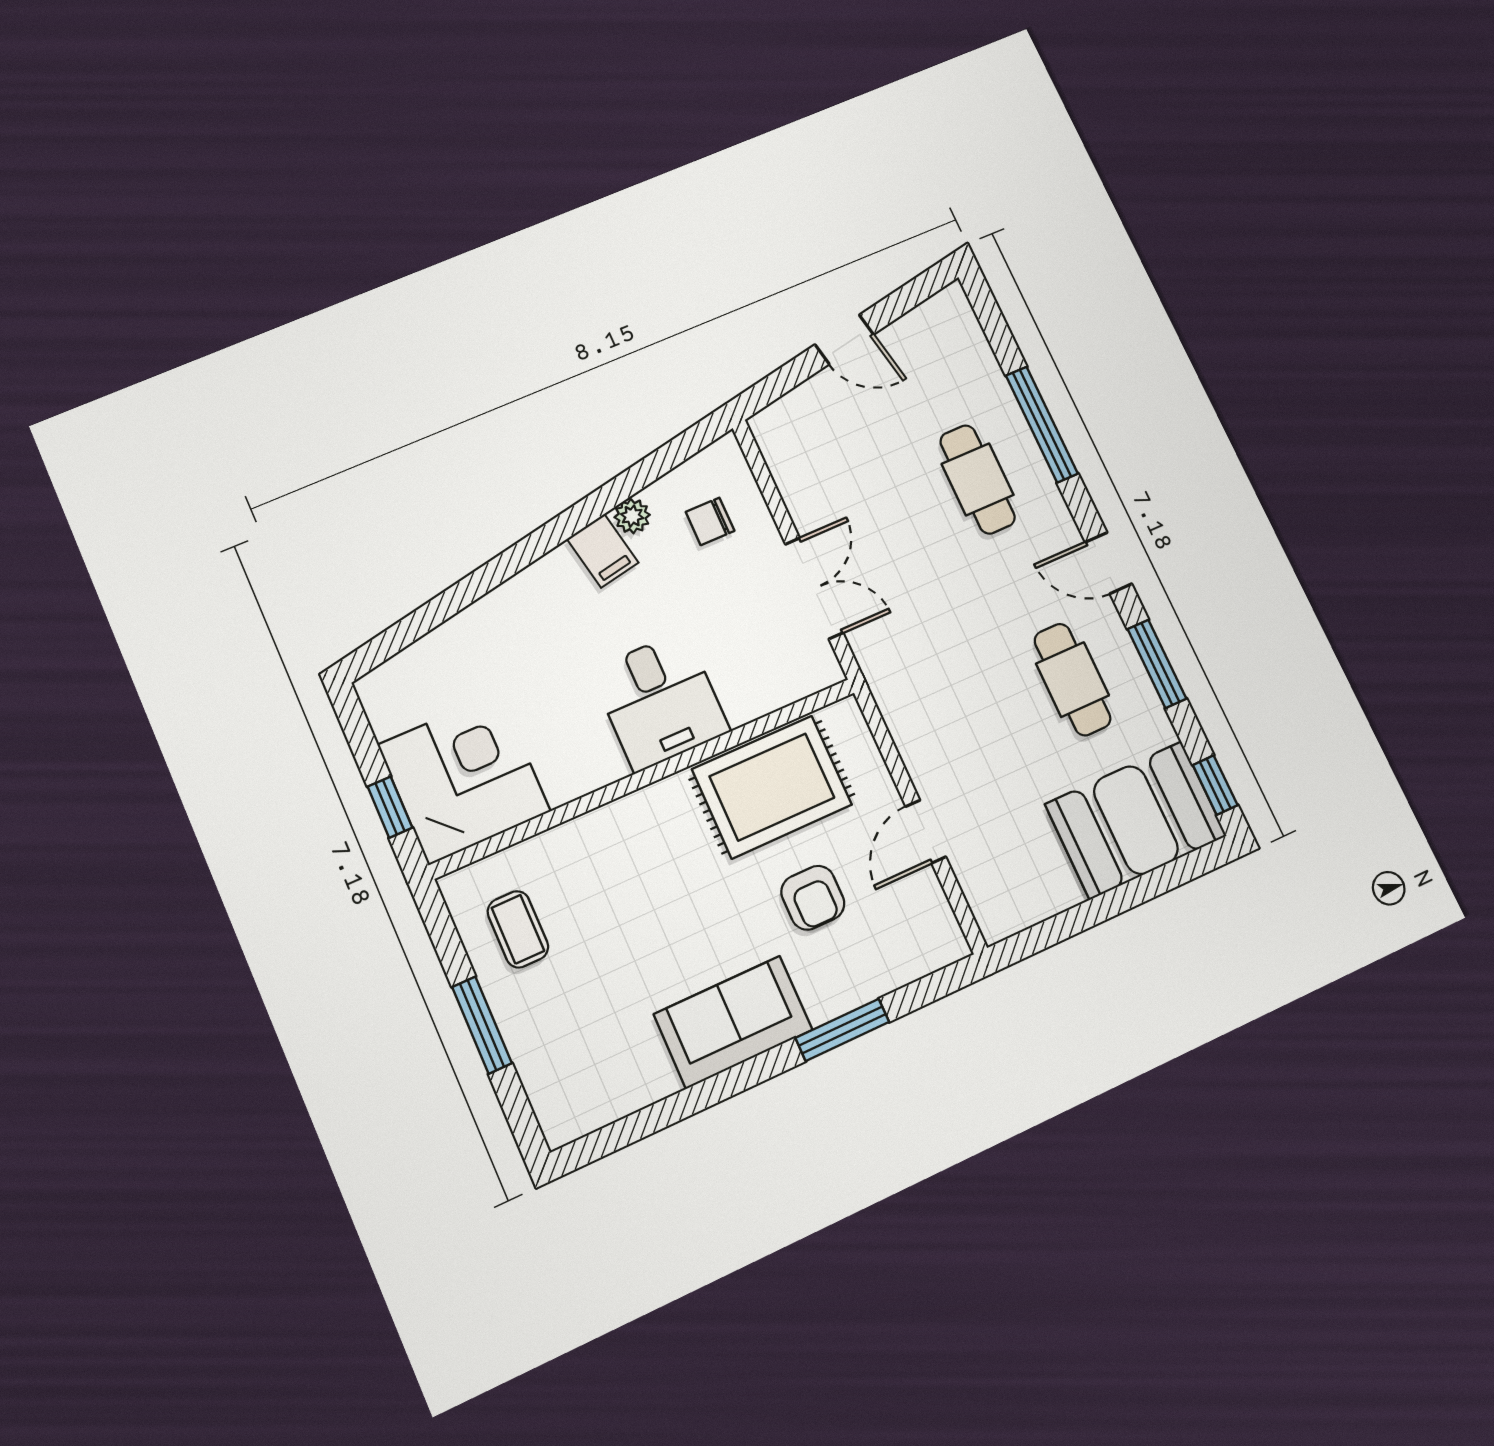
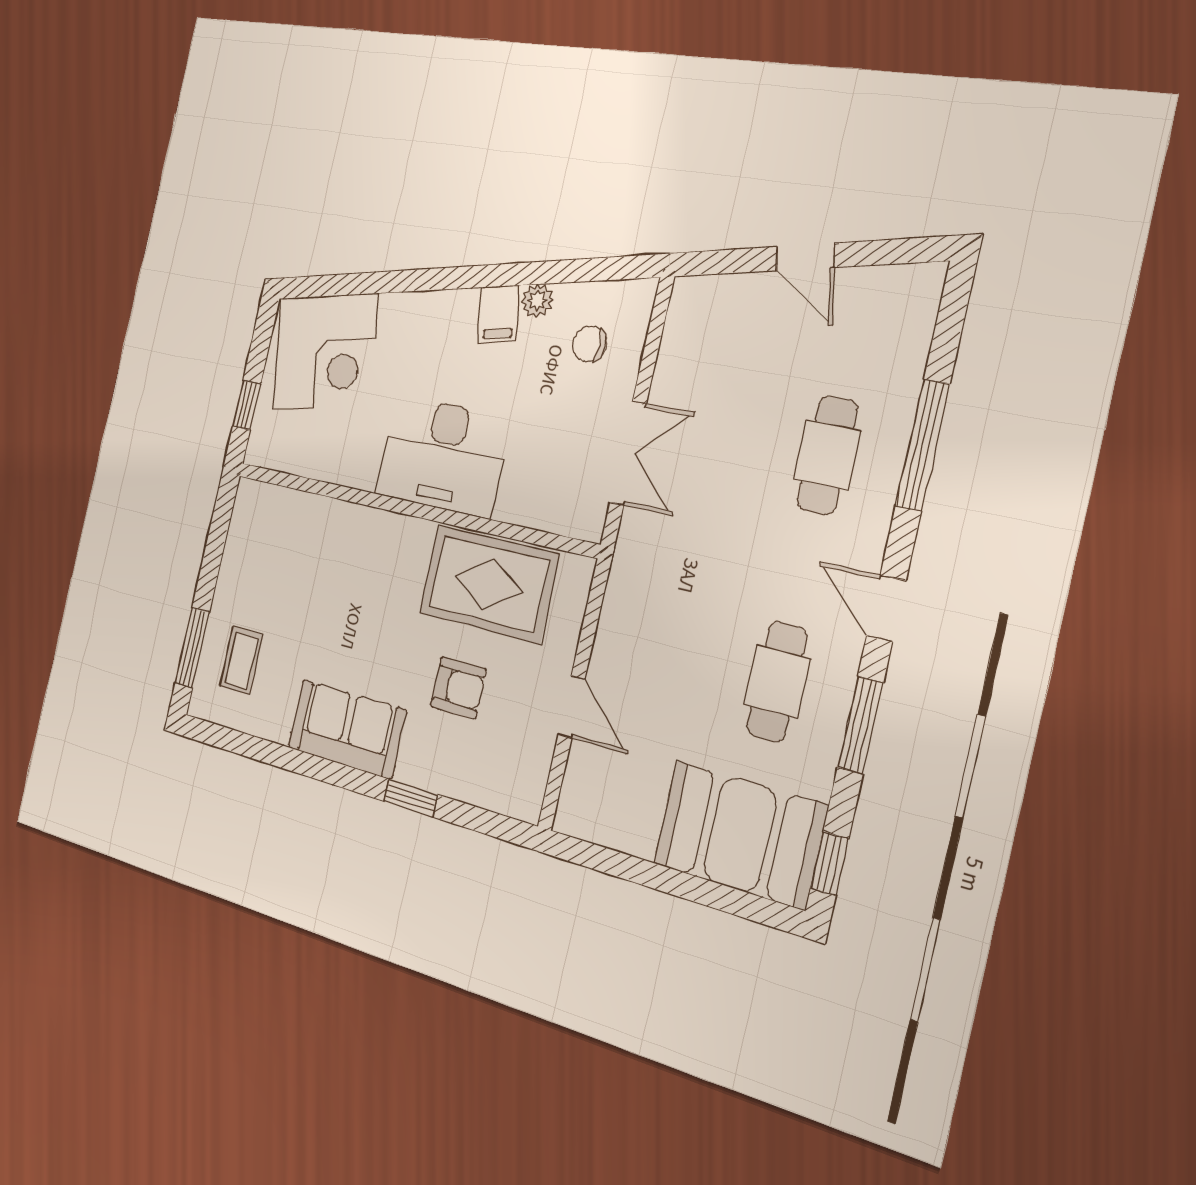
desk: (660, 701) -> (443, 456), width x1.37
corner desk: (464, 778) -> (326, 352), moved, turned 79
door: (926, 832) -> (572, 707), swing flipped
armchair: (813, 898) -> (458, 688), turned -90
coffee table: (518, 929) -> (241, 661), moved
window: (482, 1025) -> (192, 648), moved
window: (842, 1030) -> (411, 798), width x0.67

